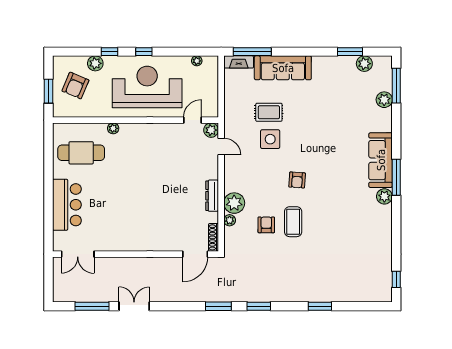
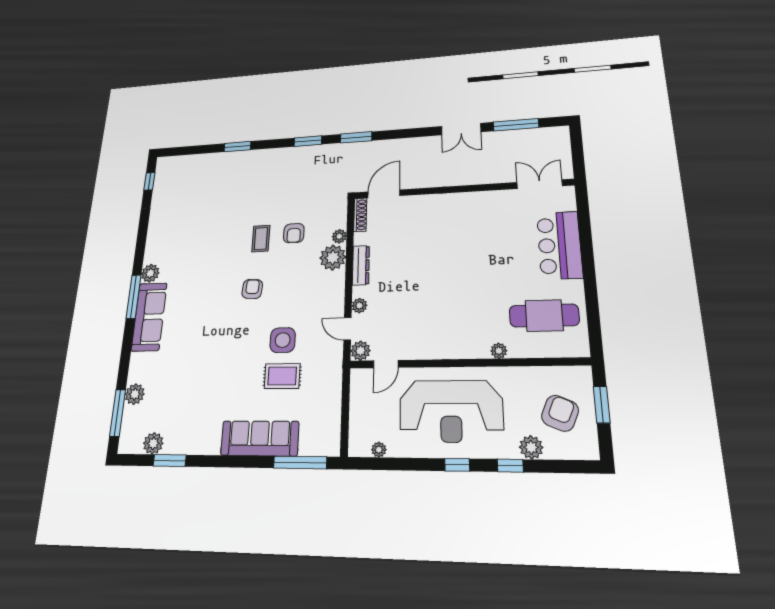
fireplace: (239, 62) -> (319, 447), removed
plant: (213, 164) -> (359, 306), added
coffee table: (293, 222) -> (261, 239), width x0.73, depth x0.77

